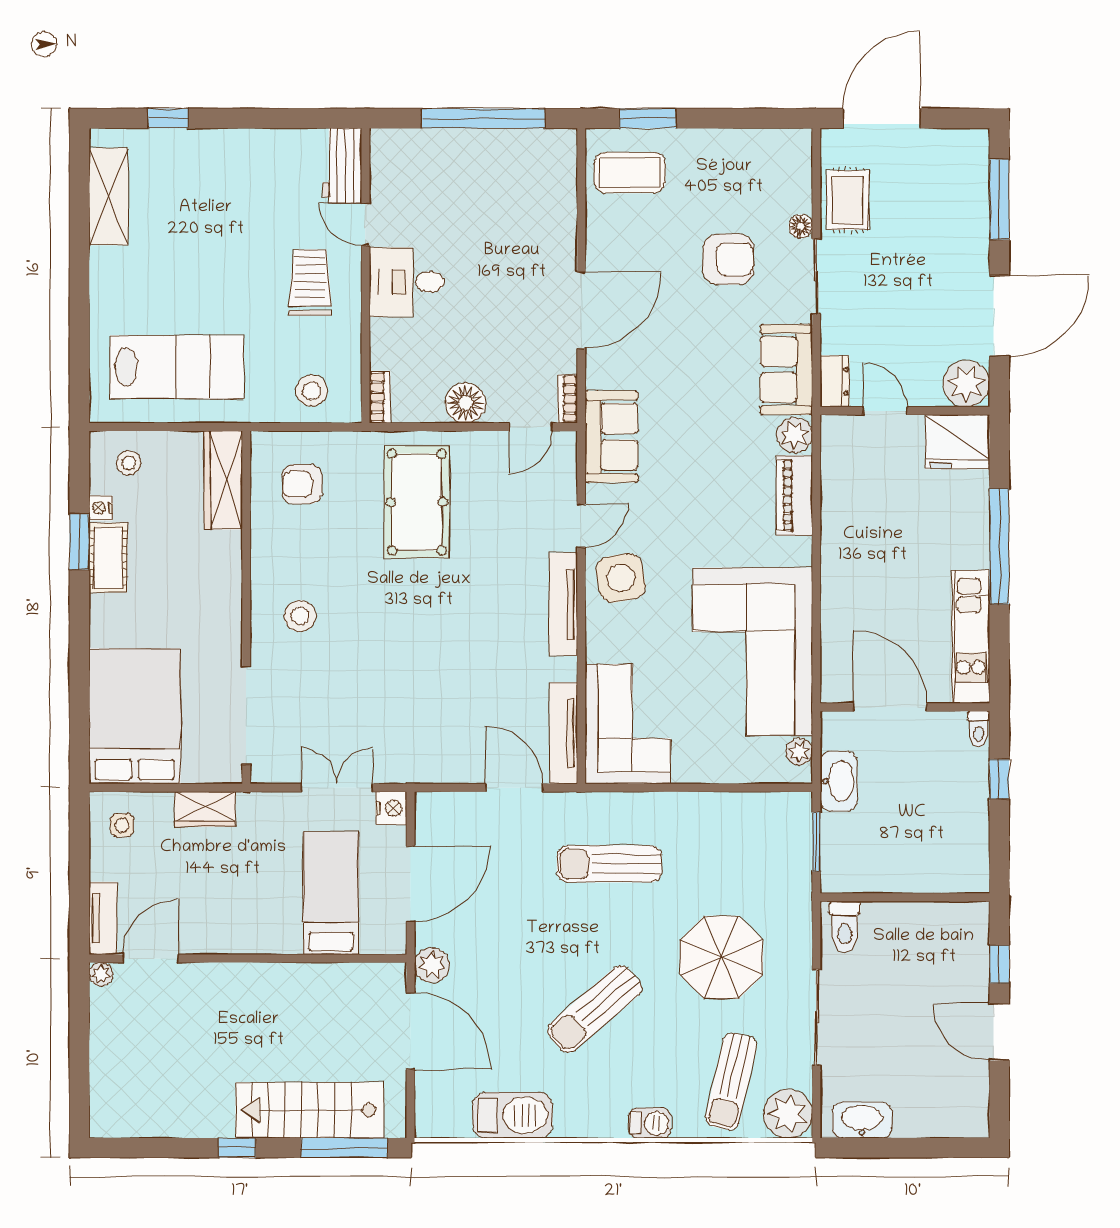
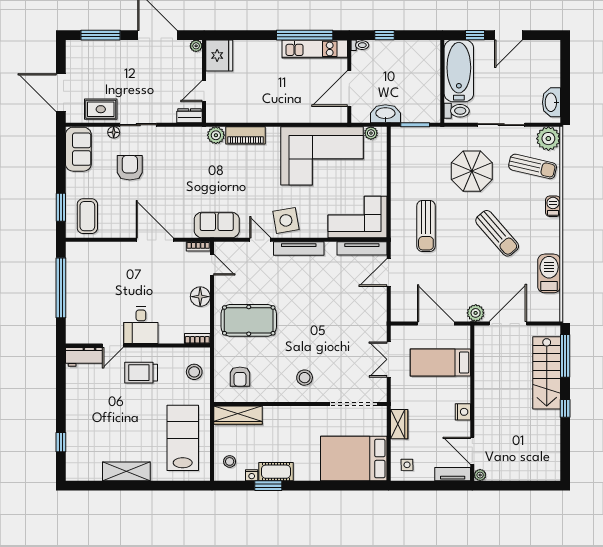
shelving: (108, 197) -> (126, 471), moved
sofa: (786, 370) -> (78, 149), moved, turned -90
plant: (966, 384) -> (196, 46), width x0.53, depth x0.53
window: (999, 546) -> (305, 35), moved
nightstand: (391, 808) -> (463, 412), moved, turned 90
bathtub: (926, 931) -> (459, 71), added

